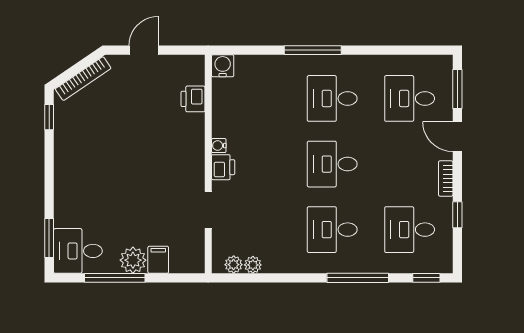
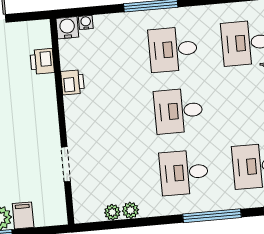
water cooler: (219, 146) -> (86, 22), moved, turned 90
printer: (223, 167) -> (73, 82), moved
plant: (234, 265) -> (130, 210), moved

